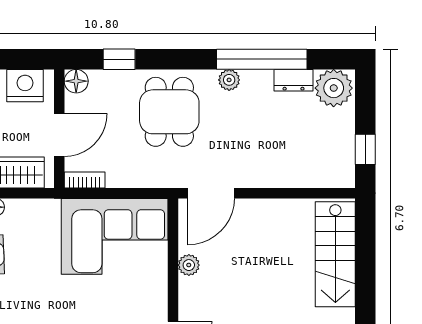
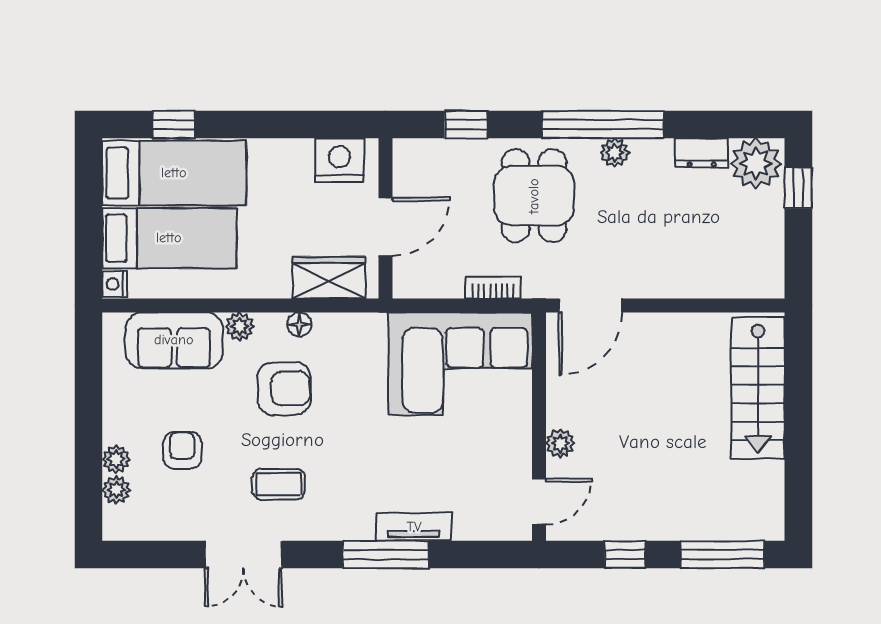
window: (262, 59) -> (603, 125), moved
floor lamp: (76, 81) -> (408, 154), removed
window: (365, 149) -> (798, 188), moved
bookcase: (85, 180) -> (493, 288), moved
plant: (189, 265) -> (560, 443), moved

